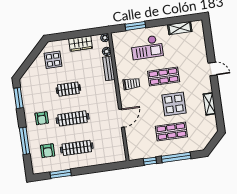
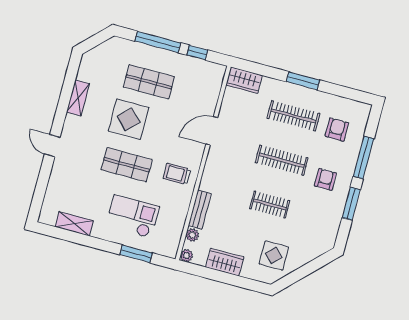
window: (18, 98) -> (351, 204), moved
wardrobe: (115, 157) -> (244, 80), added
window: (61, 174) -> (303, 81), moved

